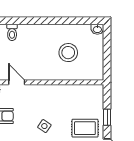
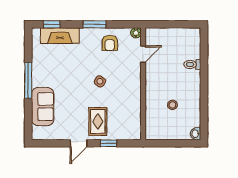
toilet: (12, 32) -> (192, 64), moved
stool: (68, 53) -> (172, 105), width x0.53, depth x0.53

